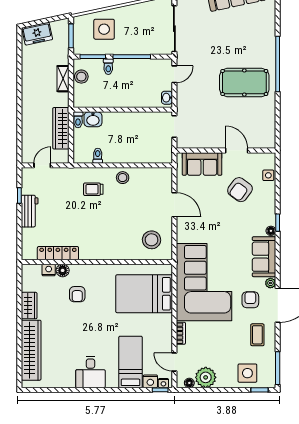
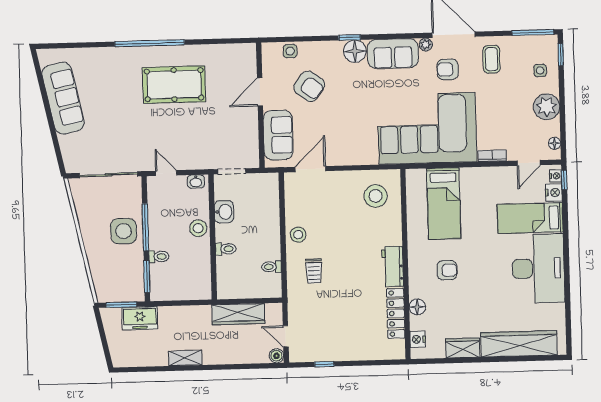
side table: (104, 29) -> (124, 231), moved
freezer: (37, 34) -> (140, 318), moved, turned 102
stool: (81, 77) -> (198, 228), moved
shelving: (63, 79) -> (185, 358), moved
pool table: (244, 82) -> (174, 85), turned 90
washbasin: (93, 119) -> (224, 212), moved
toilet: (78, 120) -> (226, 249), moved
boiler: (27, 158) -> (277, 356), added
door: (174, 205) -> (310, 169), moved
workbench: (30, 211) -> (393, 266), moved, turned -90
floor lamp: (271, 231) -> (355, 51), width x1.89, depth x1.89
nightstand: (49, 270) -> (418, 339), moved
armchair: (77, 294) -> (447, 270), moved
bed: (144, 294) -> (444, 203), width x0.67
coffee table: (257, 335) -> (491, 59), turned 90
desk: (90, 372) -> (538, 268), width x1.87, depth x1.30
side table: (247, 373) -> (540, 70), width x0.54, depth x0.54
plant: (206, 377) -> (547, 107), moved

